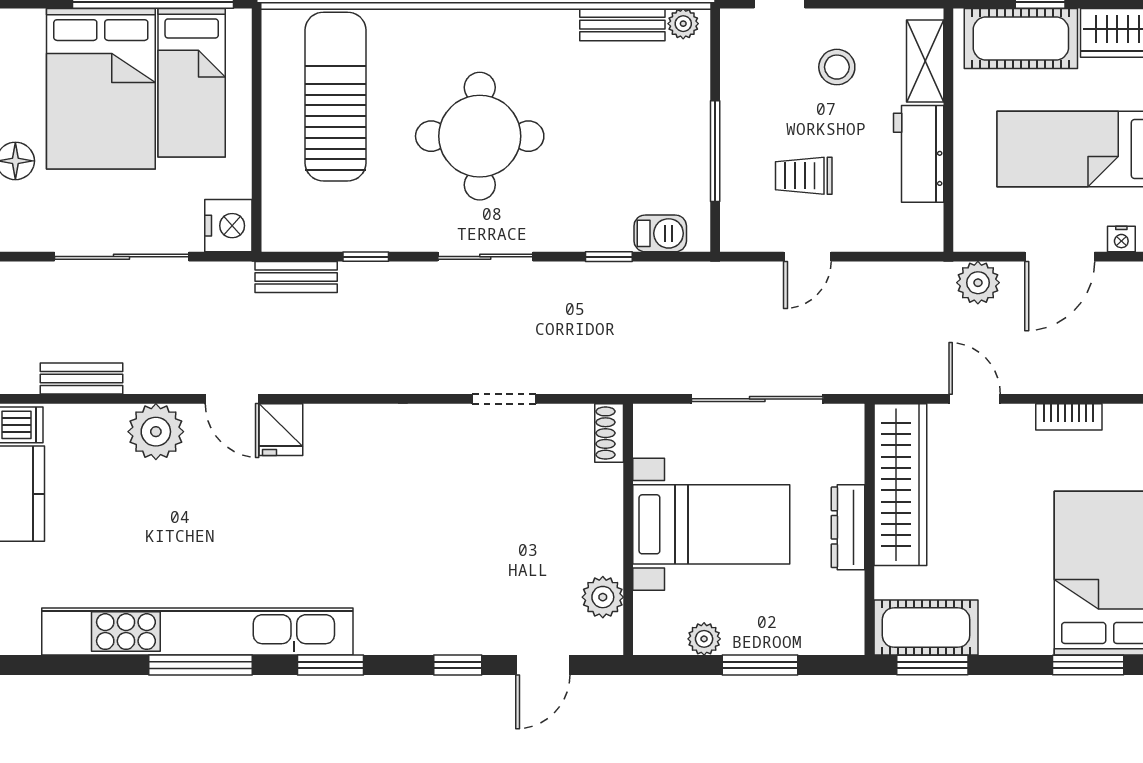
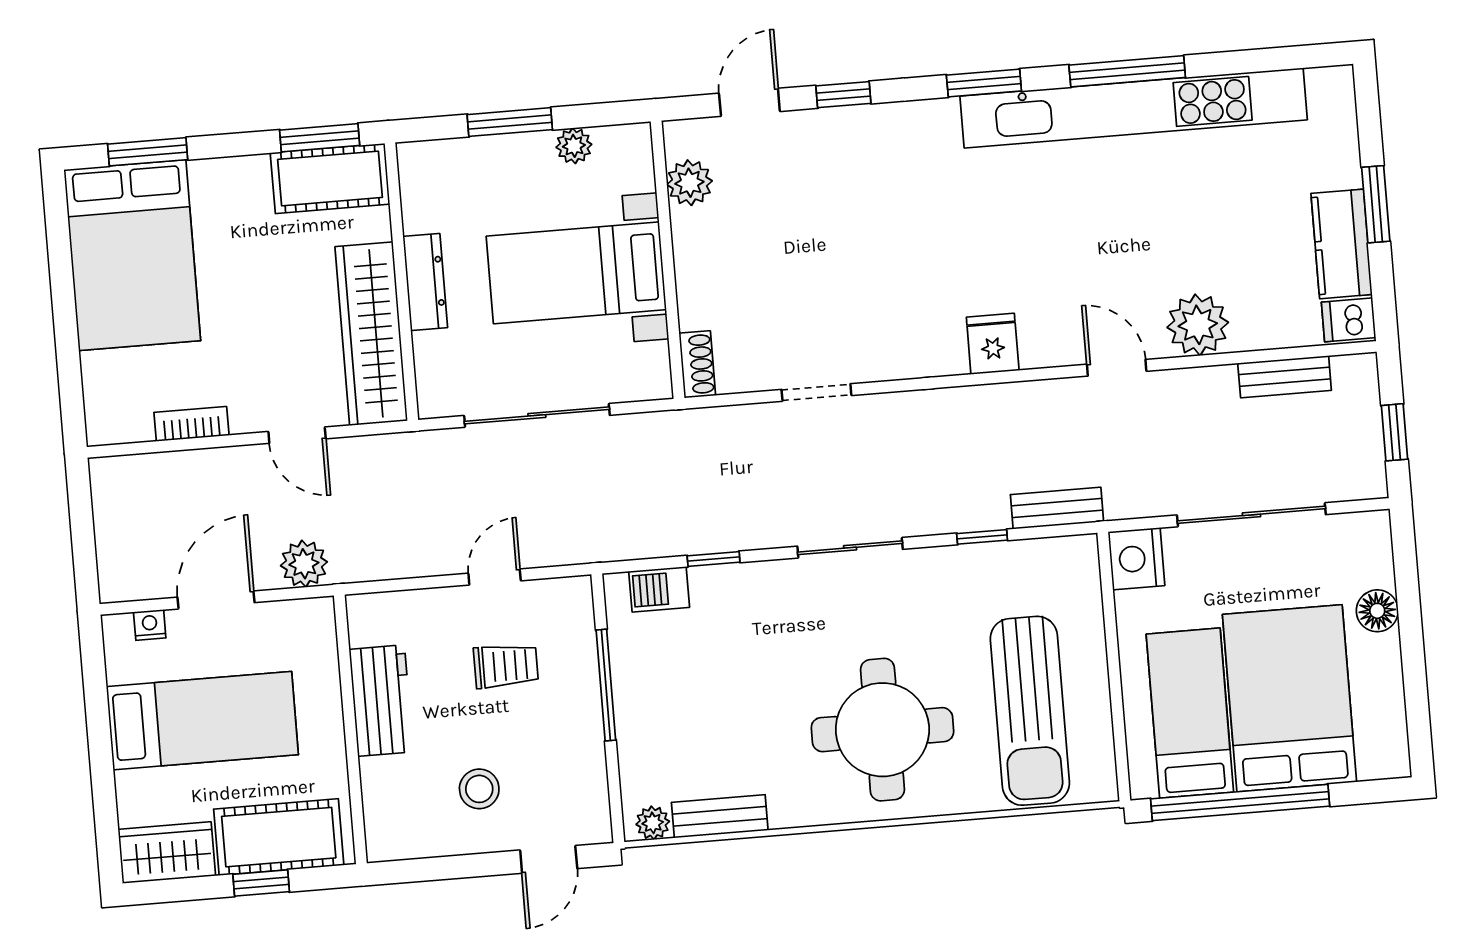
shelving: (925, 61) -> (382, 804), removed
round table: (480, 136) -> (882, 730), moved
fridge: (281, 430) -> (993, 344), moved

